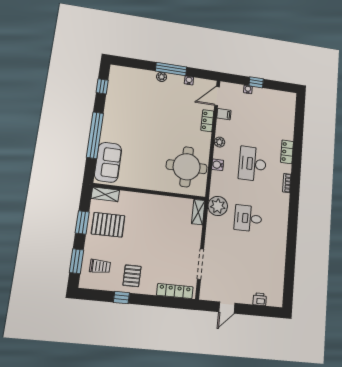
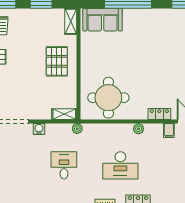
desk: (253, 164) -> (120, 165), turned 180
water cooler: (218, 165) -> (39, 129), moved
plant: (218, 206) -> (77, 129), width x0.53, depth x0.53
pallet: (108, 225) -> (57, 61), moved

